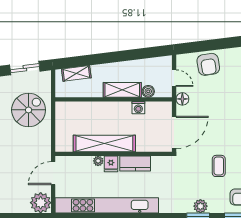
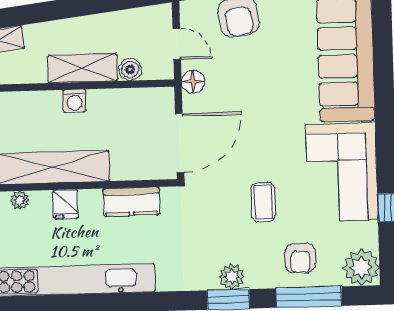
washing machine: (138, 108) -> (75, 101), moved
plant: (98, 161) -> (20, 200), moved
kitchen counter: (135, 164) -> (131, 202), moved

